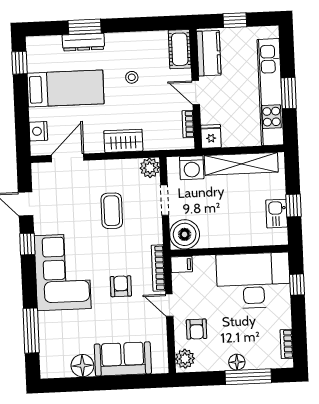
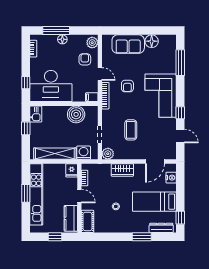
dresser: (83, 42) -> (161, 228), moved
kitchen sink: (277, 214) -> (36, 114), moved
boiler: (185, 234) -> (76, 114), moved

